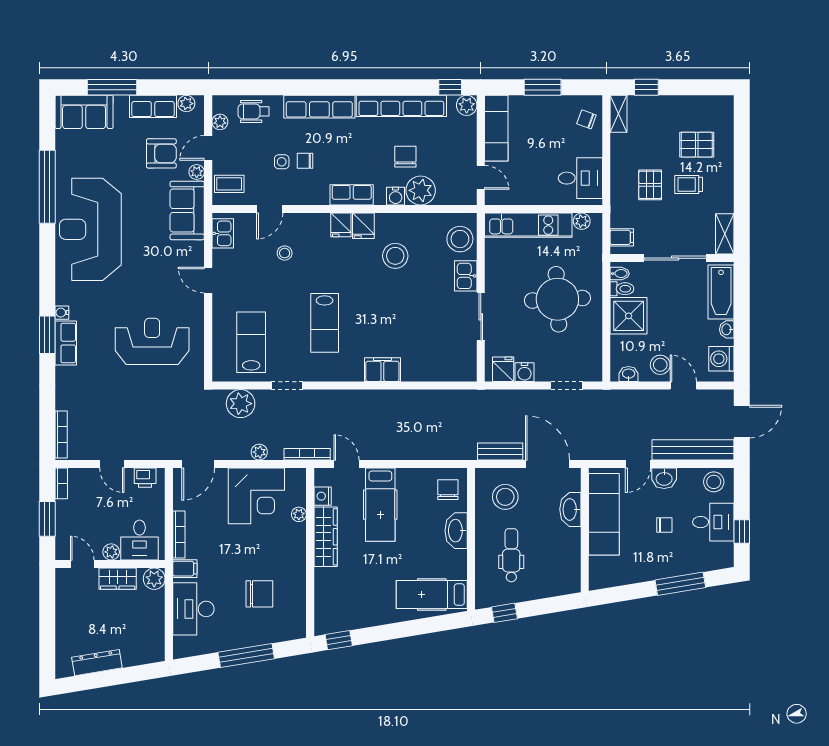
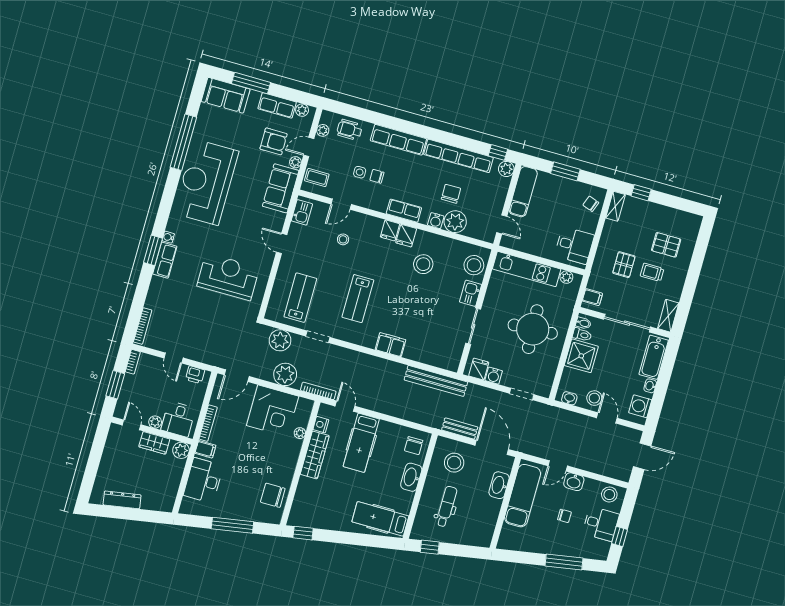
bench: (693, 450) -> (436, 381), moved
plant: (259, 452) -> (285, 374), width x1.88, depth x1.88
chair: (448, 490) -> (414, 446), turned 180
chair: (259, 594) -> (273, 495), moved, turned 180

